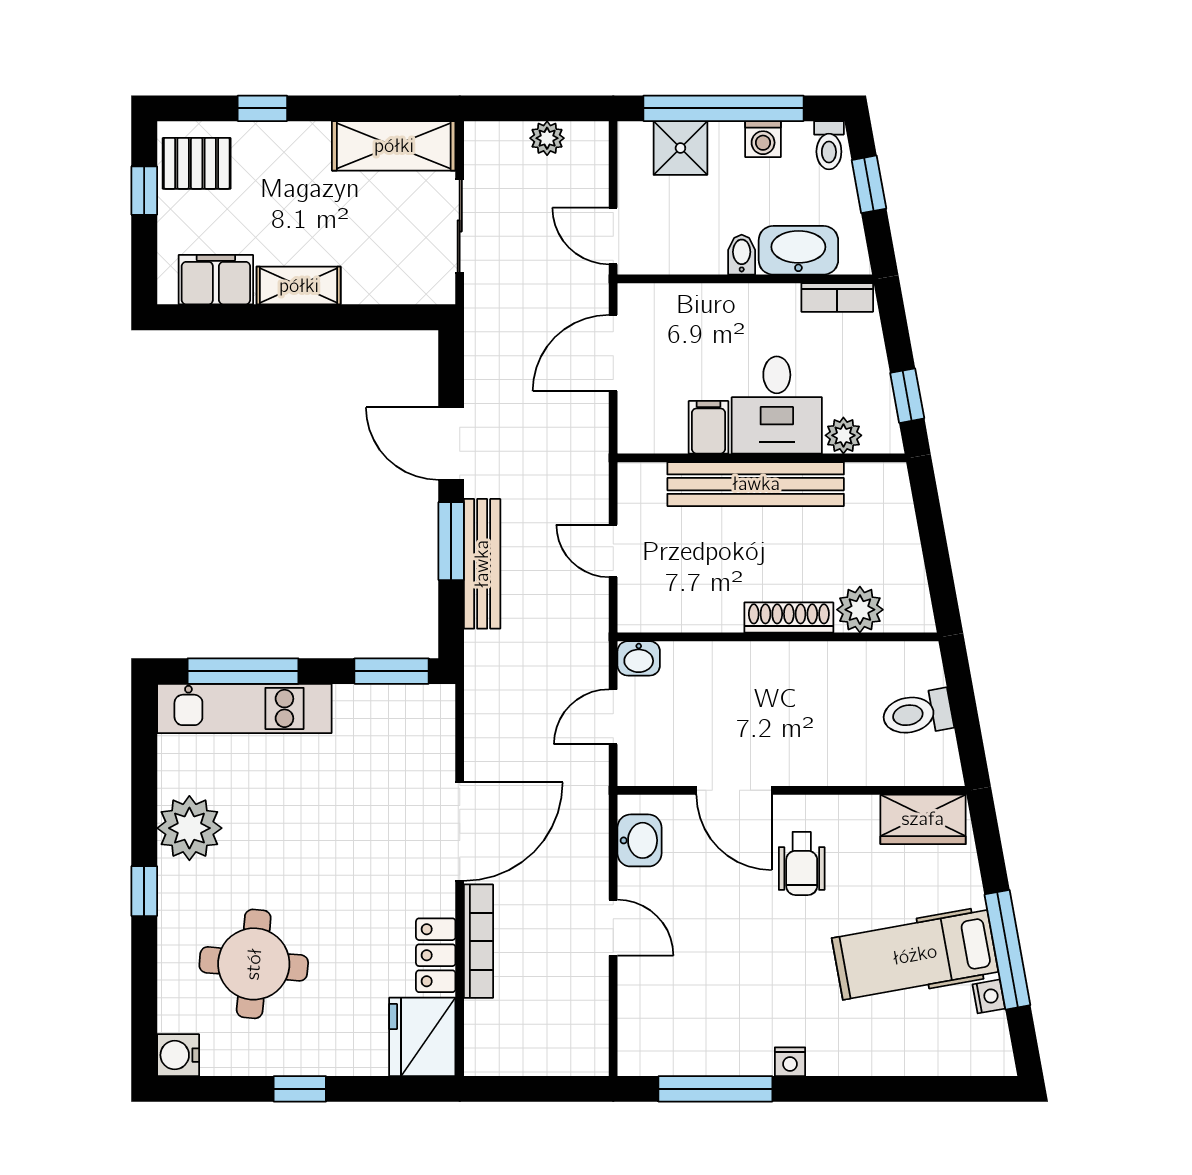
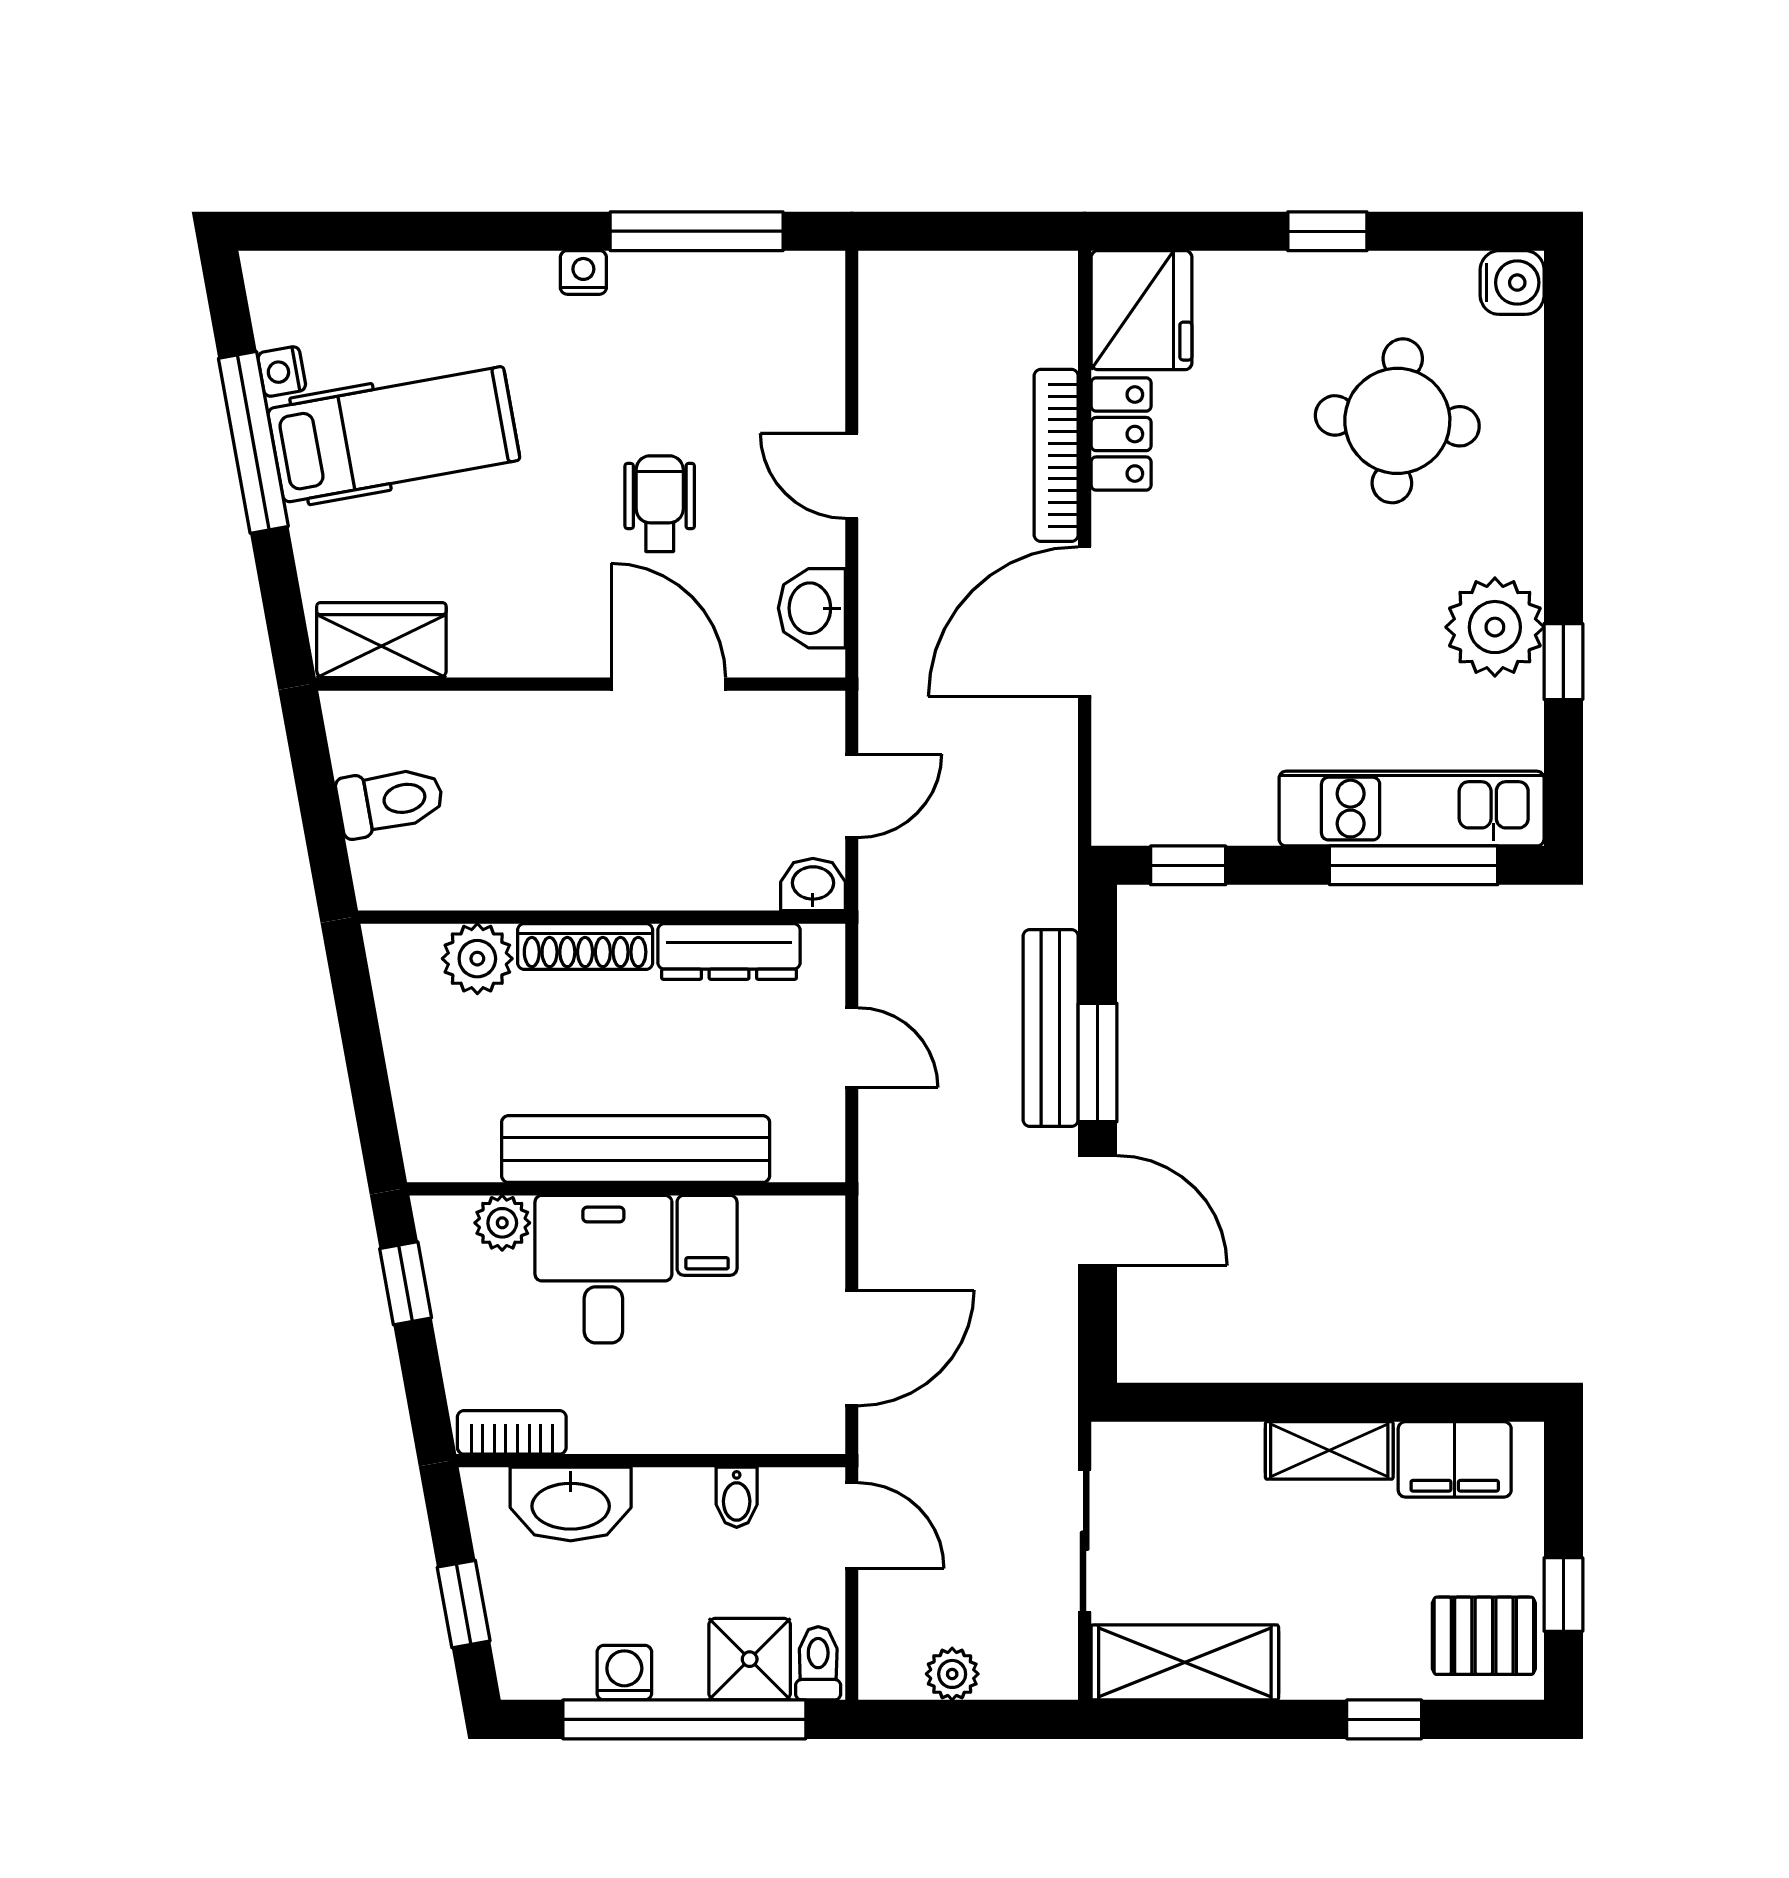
toilet: (829, 145) -> (818, 1663), moved
bidet: (742, 255) -> (737, 1497), moved
dresser: (694, 614) -> (729, 951), added
window: (392, 671) -> (1188, 865), width x0.67
wheelchair: (802, 863) -> (660, 504), moved
window: (144, 891) -> (1563, 662), moved

